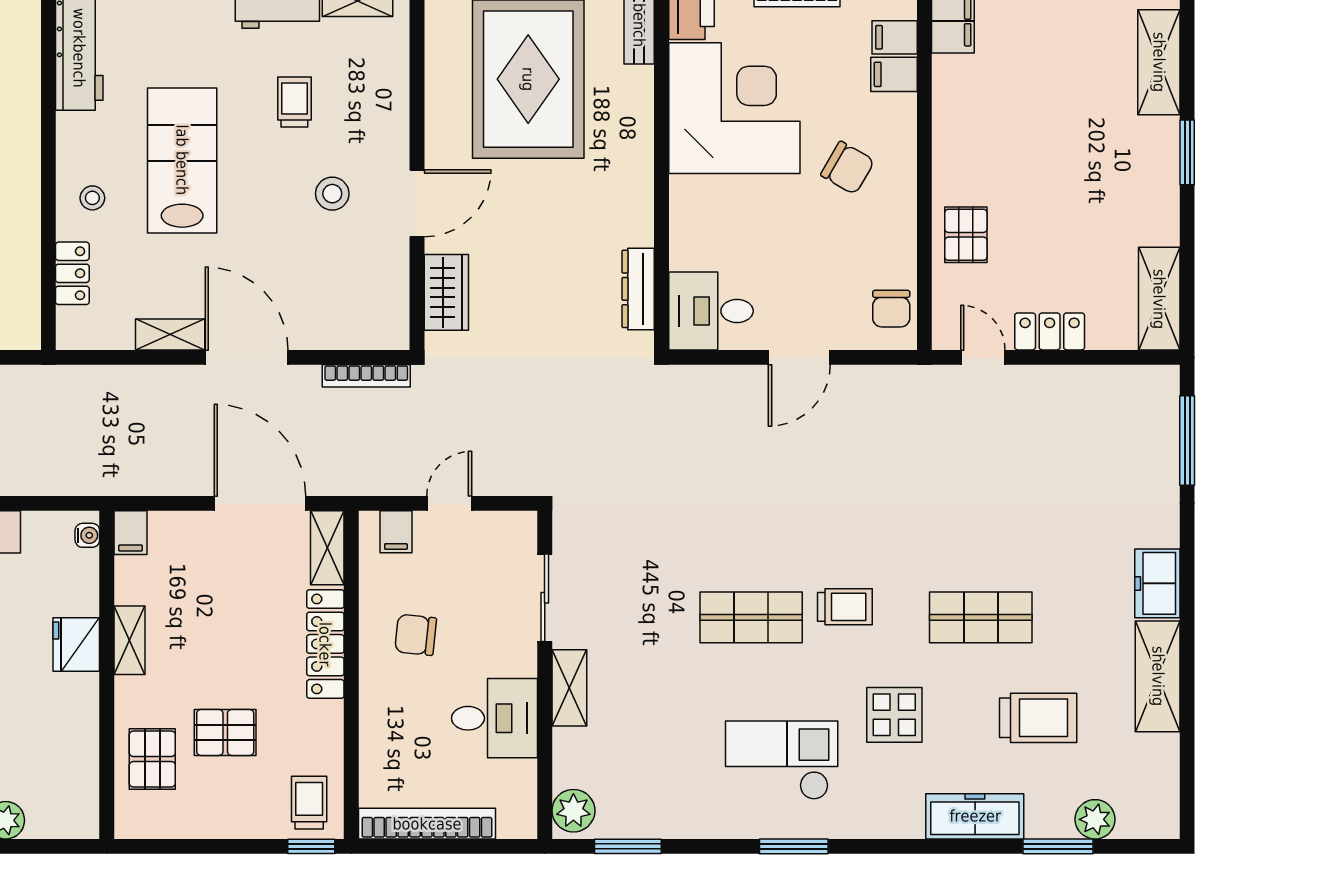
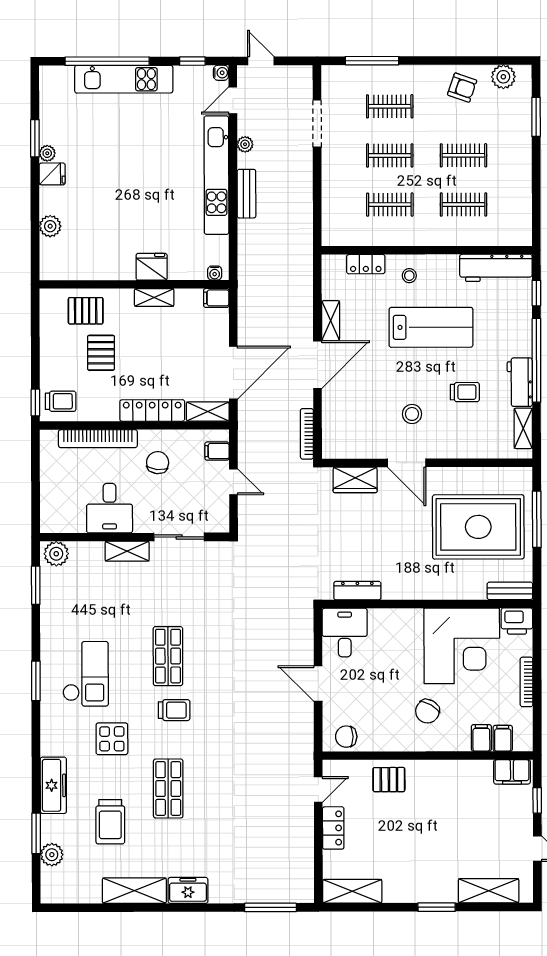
trolley: (845, 607) -> (174, 710), turned -90
bookcase: (427, 824) -> (98, 439), moved, turned 90

